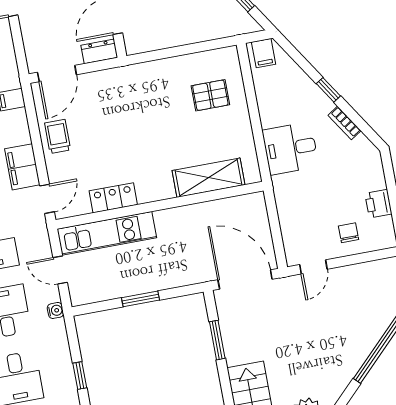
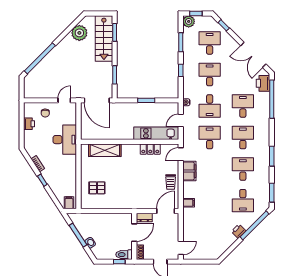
desk: (290, 148) -> (65, 140), moved, width x1.37
door: (60, 270) -> (181, 120), swing flipped

